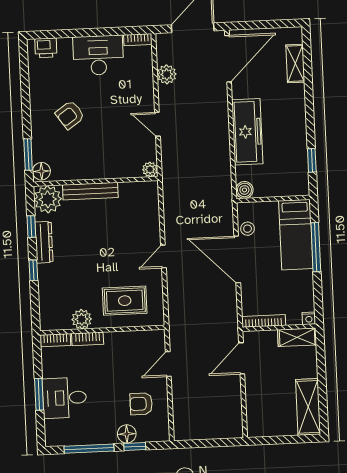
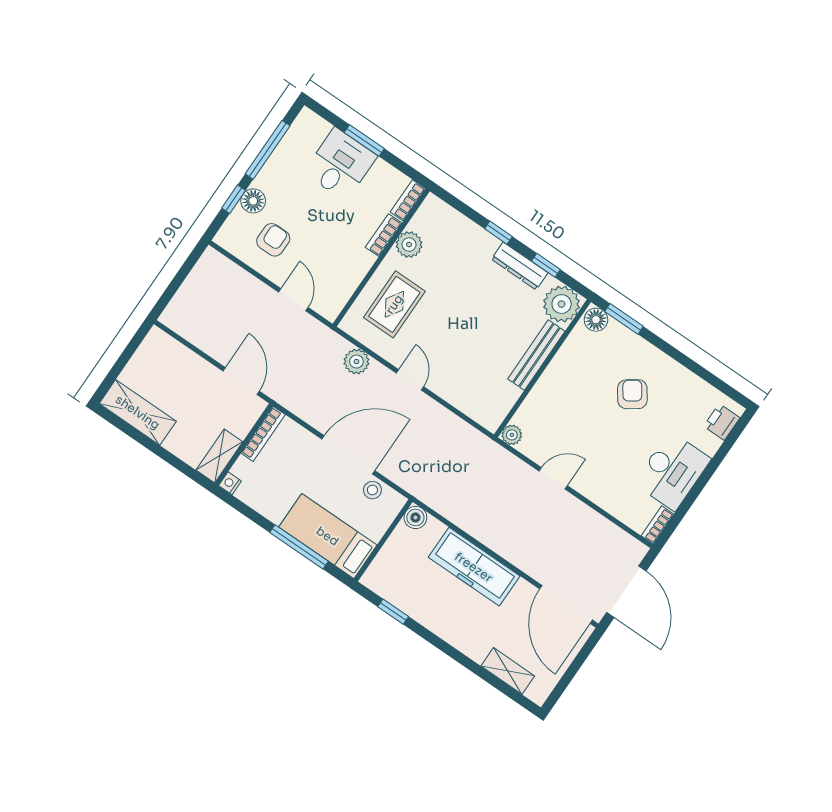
plant: (167, 74) -> (356, 362), moved

